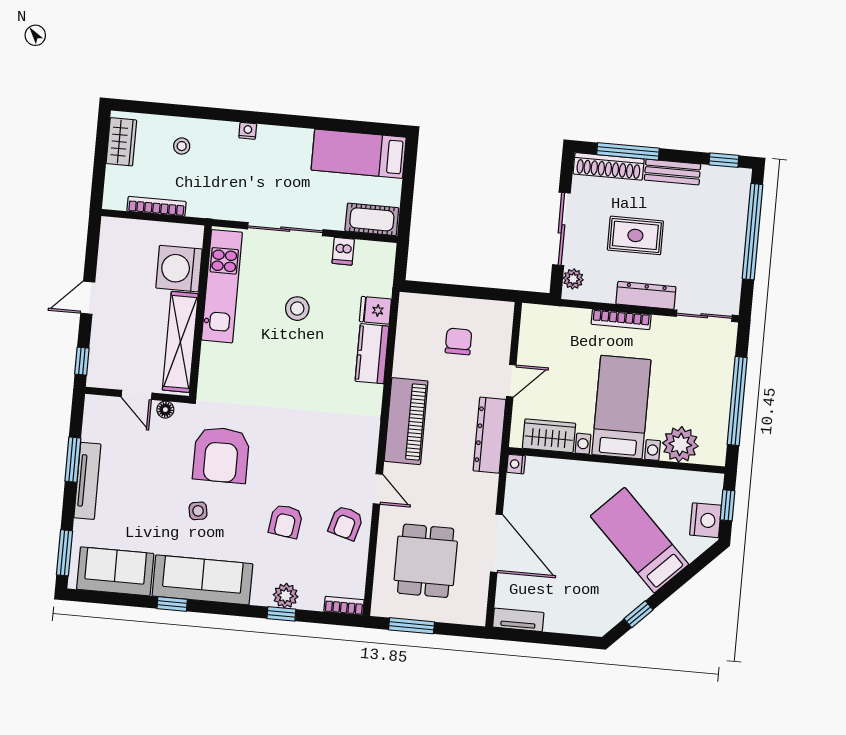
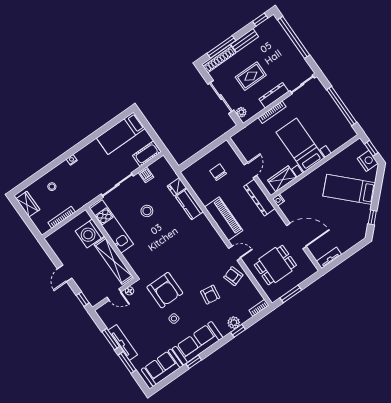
plant: (680, 444) -> (334, 140), removed
armchair: (346, 523) -> (233, 276), turned 146
window: (65, 553) -> (127, 362), moved
dining table: (426, 561) -> (275, 265), turned 90

